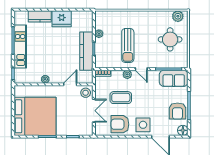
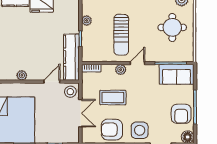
kitchen counter: (86, 51) -> (71, 57), moved
door: (141, 69) -> (137, 63), swing flipped

